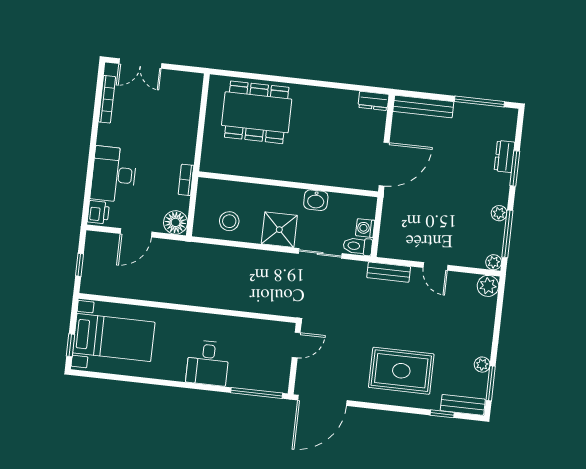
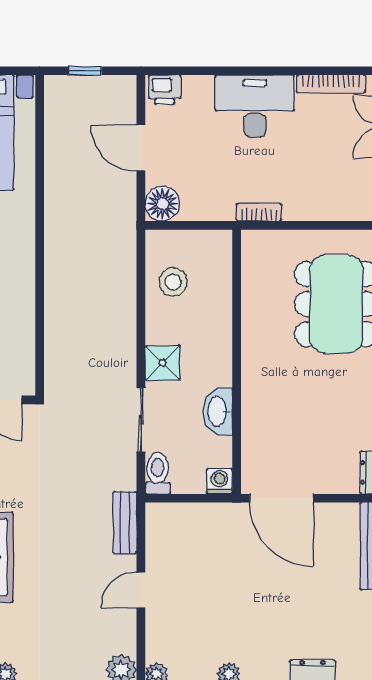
desk: (114, 174) -> (255, 106), moved
bookcase: (186, 180) -> (259, 212), moved
washbasin: (316, 200) -> (218, 411), width x1.38
washing machine: (365, 228) -> (220, 481), moved
shower: (279, 230) -> (163, 363), width x0.73, depth x0.73

